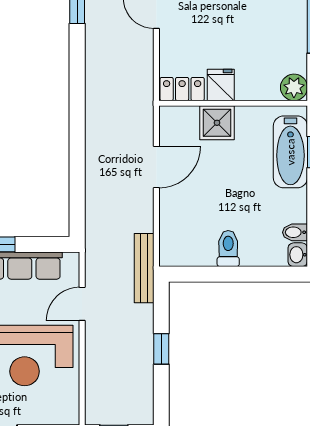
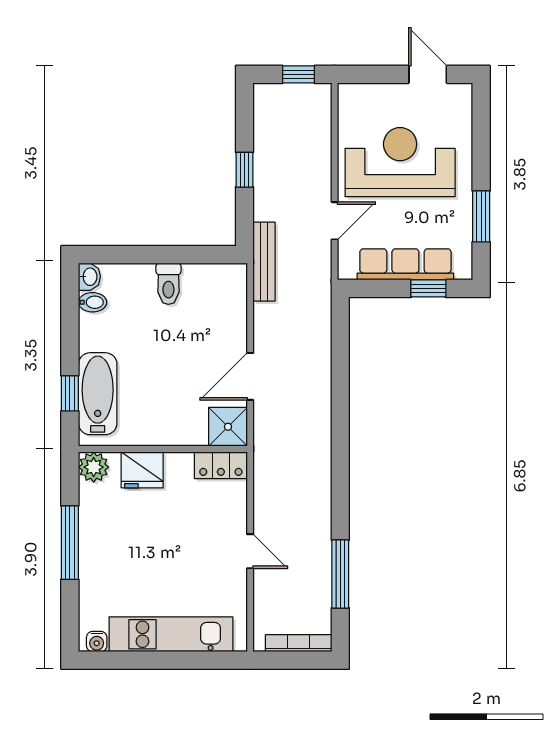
fridge: (221, 85) -> (142, 470), moved, width x1.38
shower: (217, 123) -> (228, 427), moved

